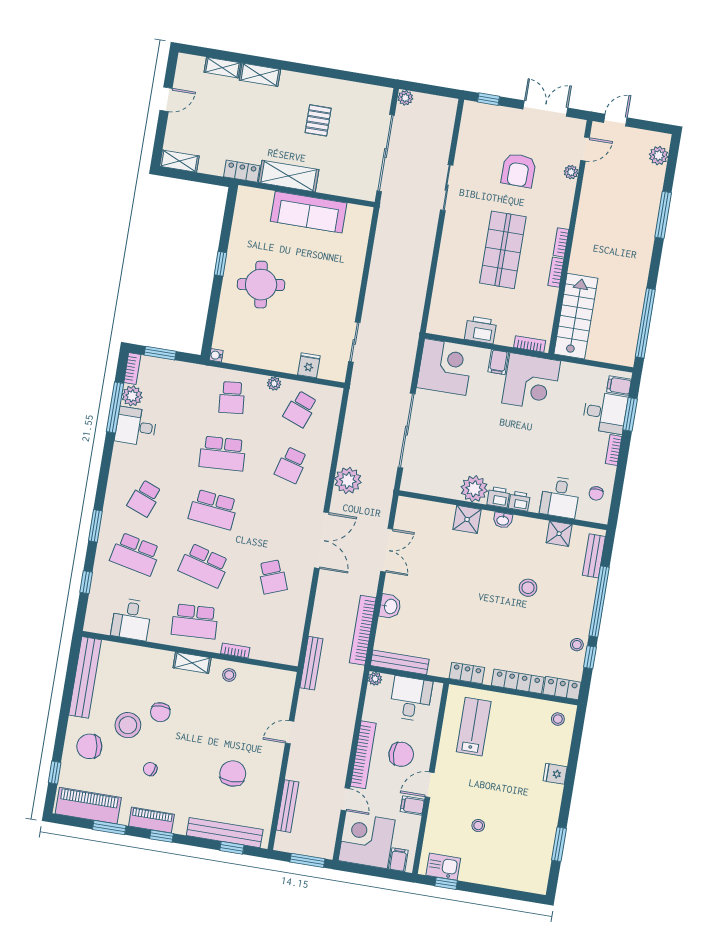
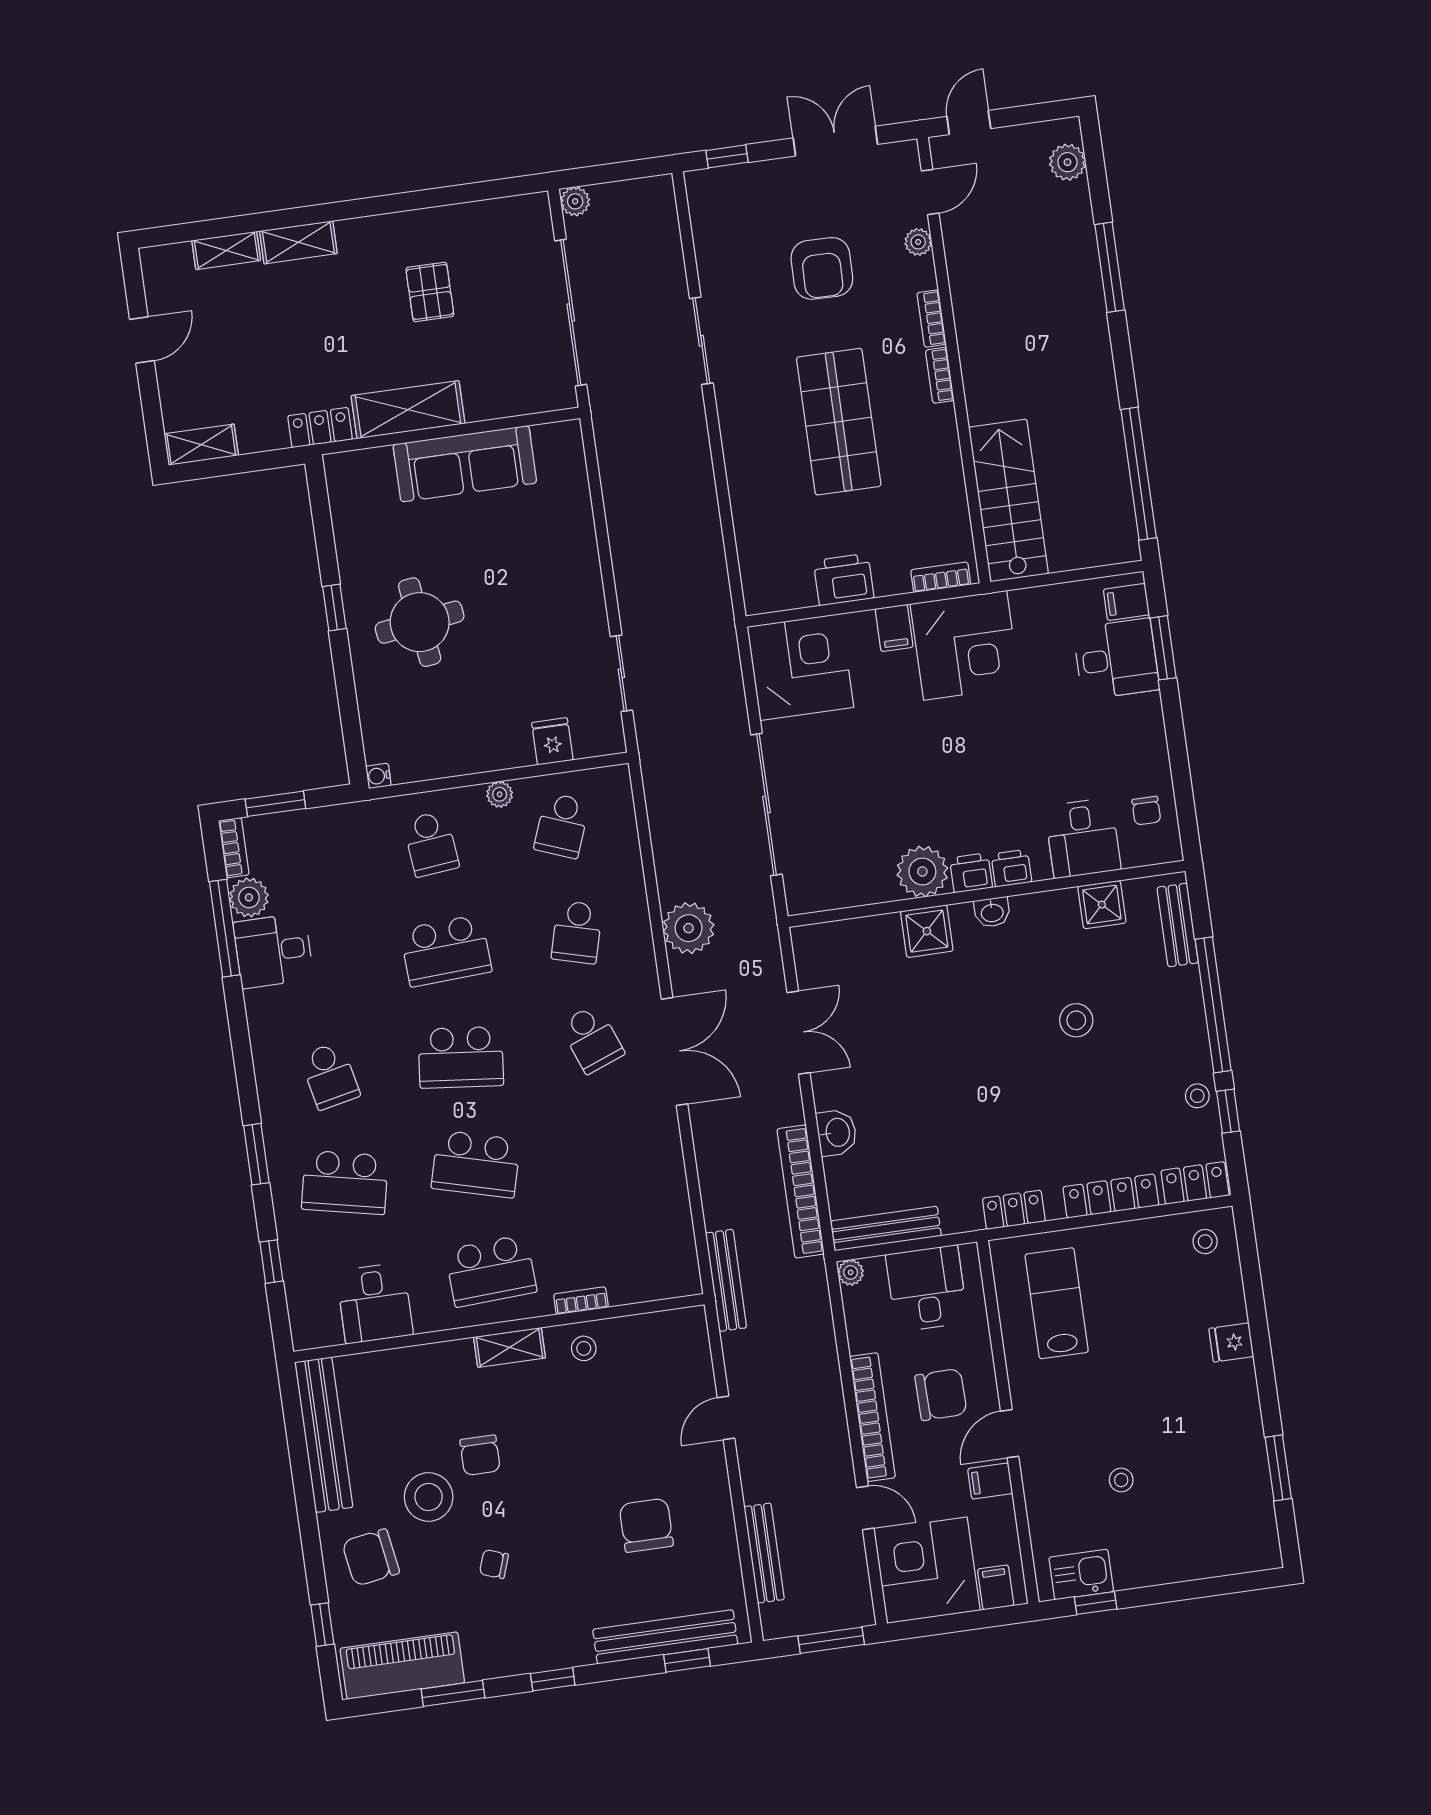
bookcase: (556, 272) -> (932, 319), moved
bookcase: (614, 450) -> (1153, 722), removed
school desk: (145, 498) -> (330, 1076), turned -33
school desk: (273, 577) -> (592, 1039), moved
piano: (151, 820) -> (525, 1656), removed

